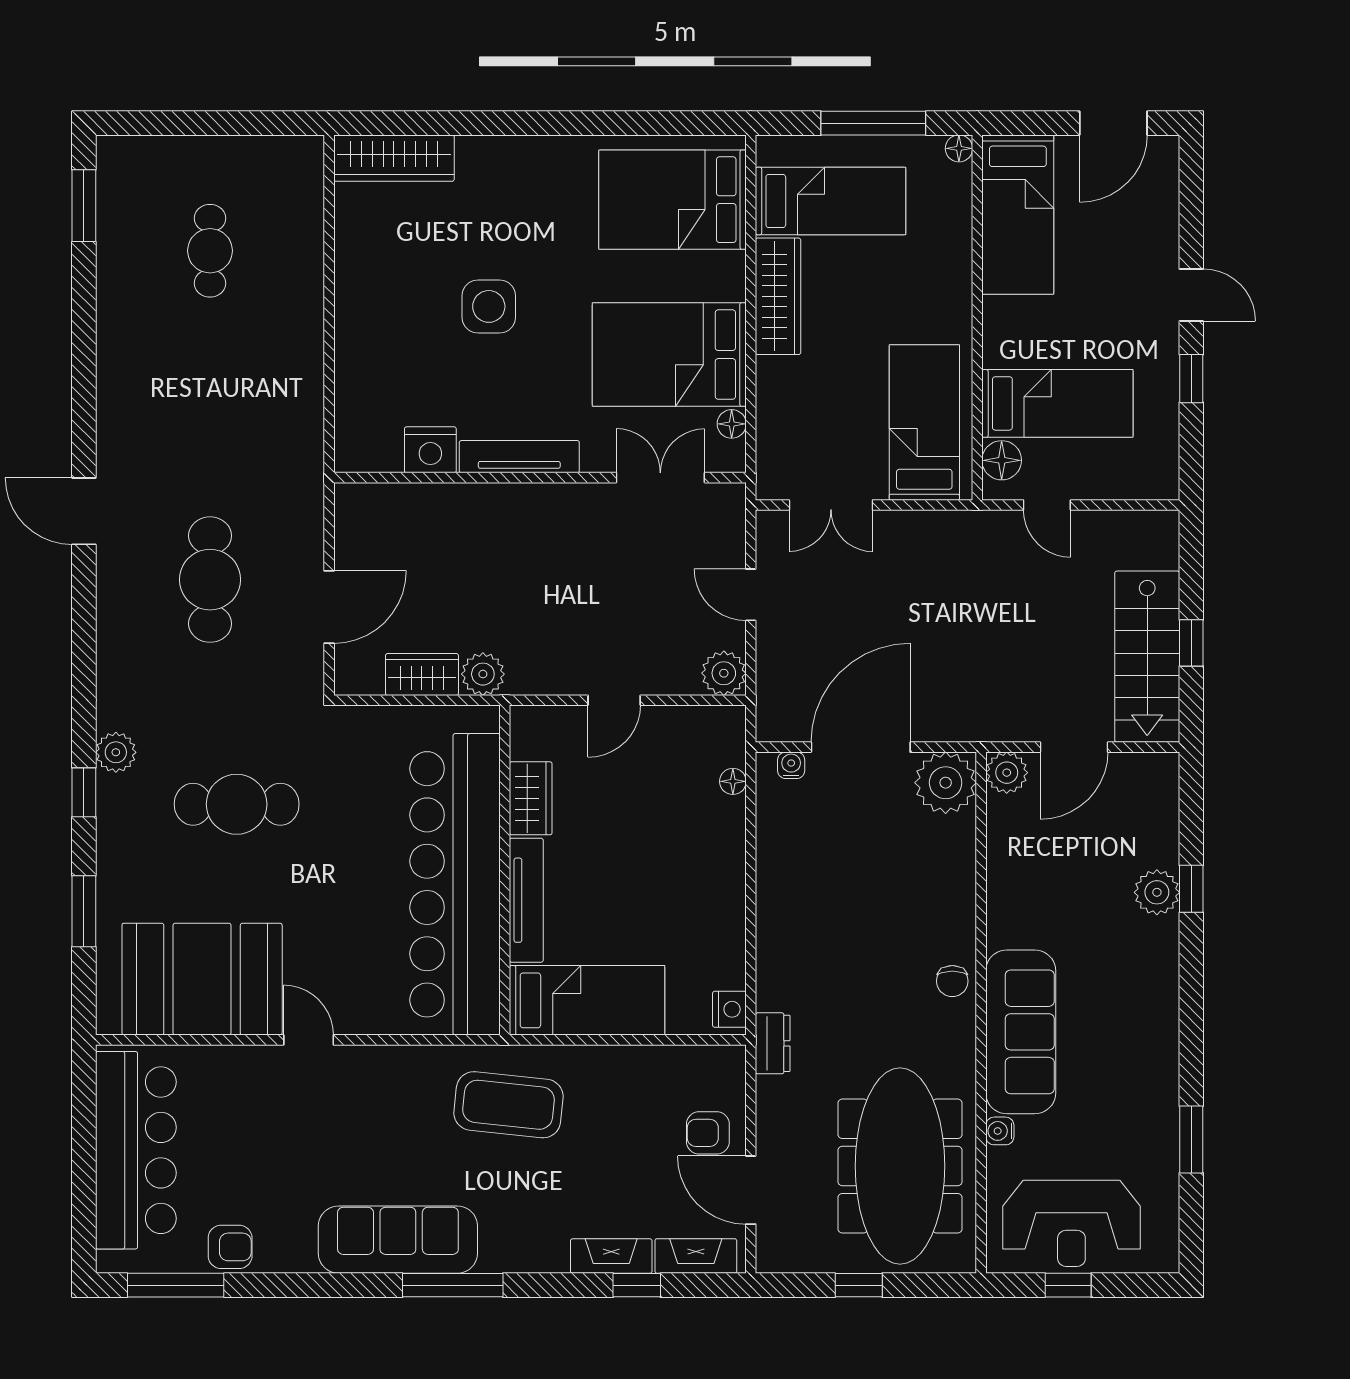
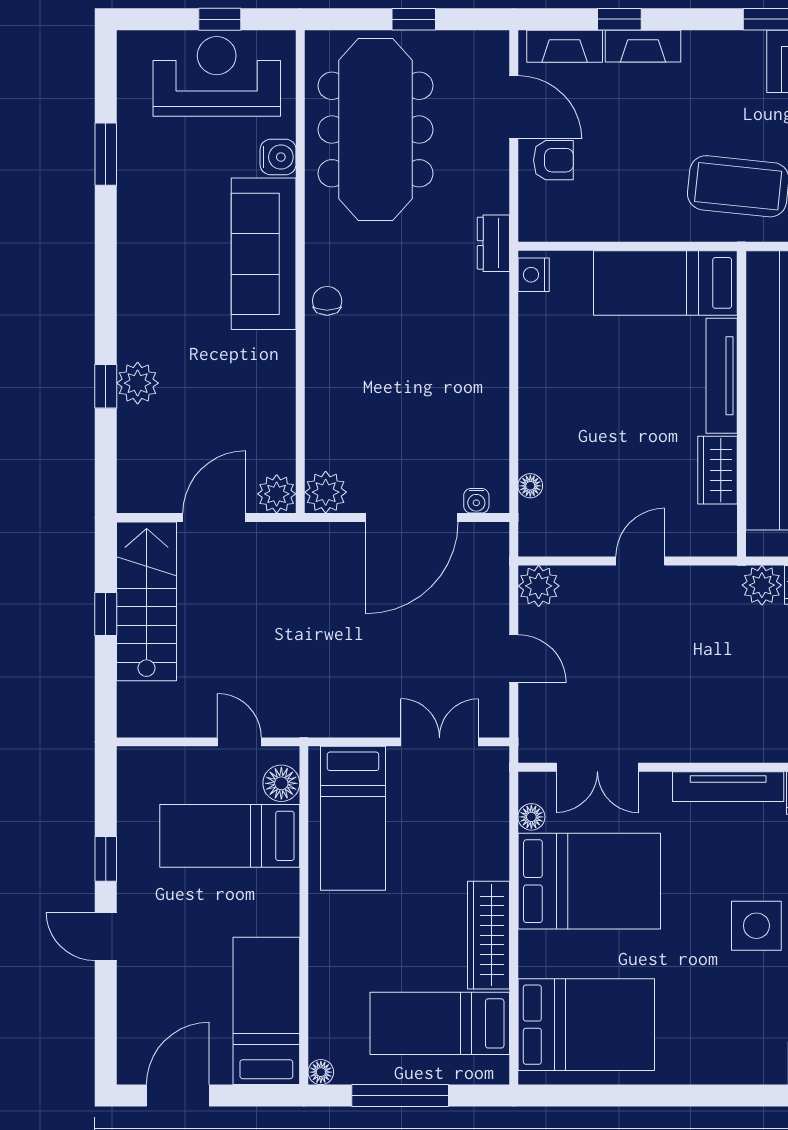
plant: (946, 783) -> (326, 492), width x0.73, depth x0.73
water cooler: (1000, 1131) -> (278, 157), width x1.38, depth x1.38

